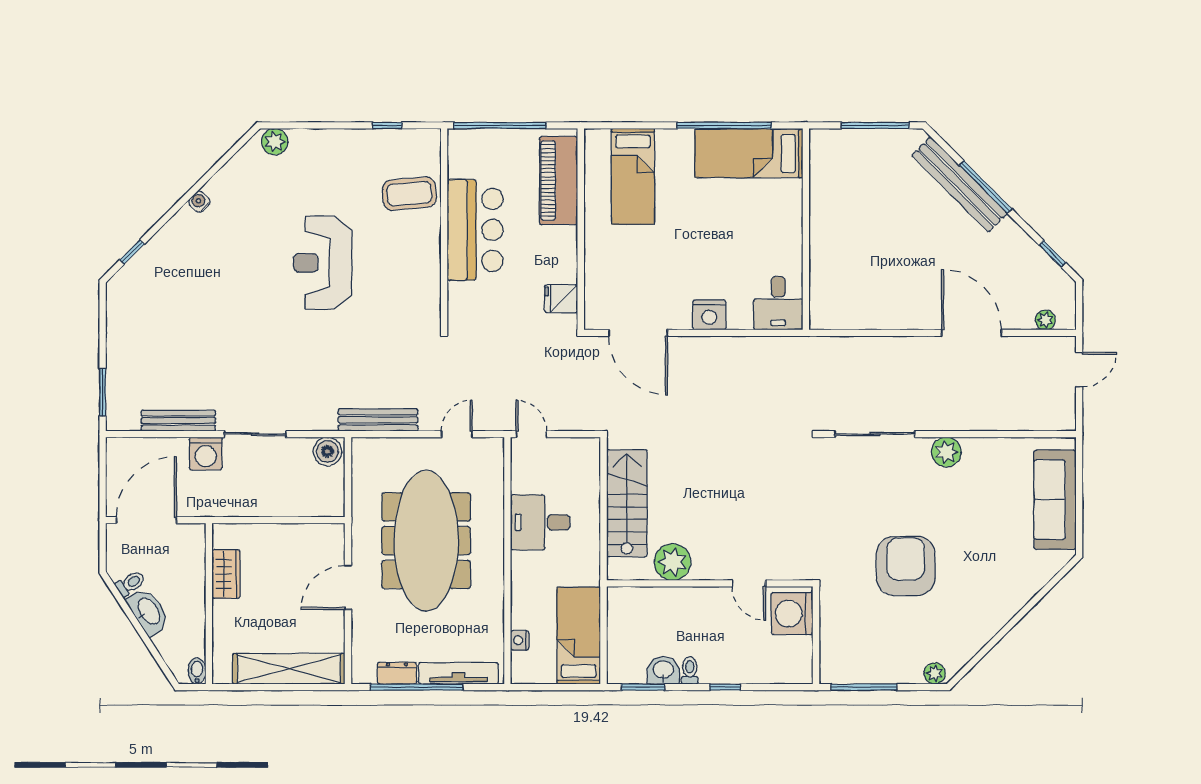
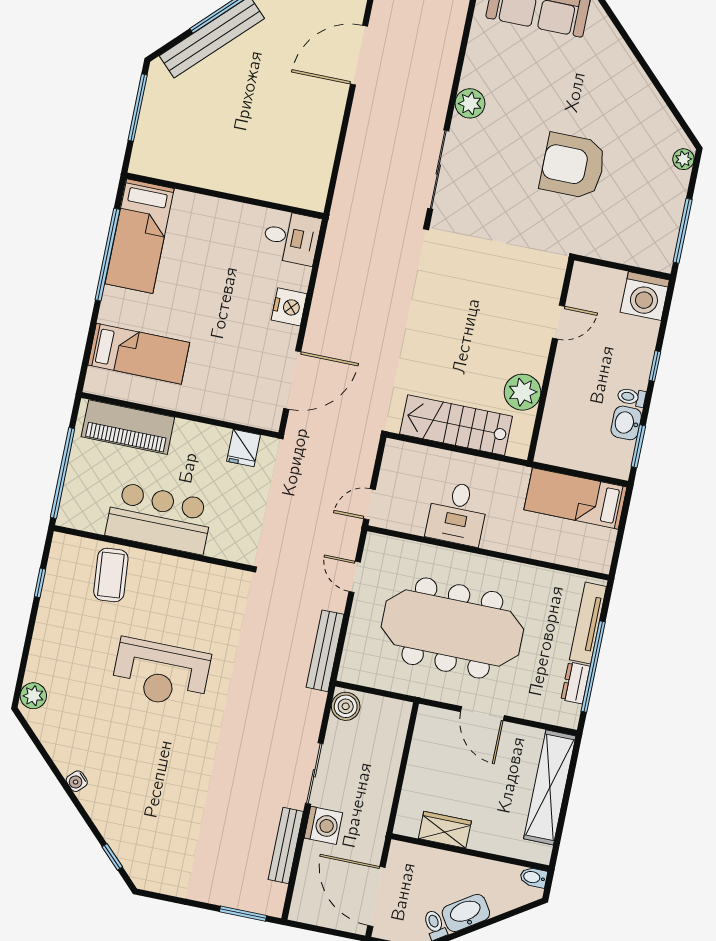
washing machine: (792, 614) -> (645, 296), moved
nightstand: (520, 640) -> (568, 557), removed

